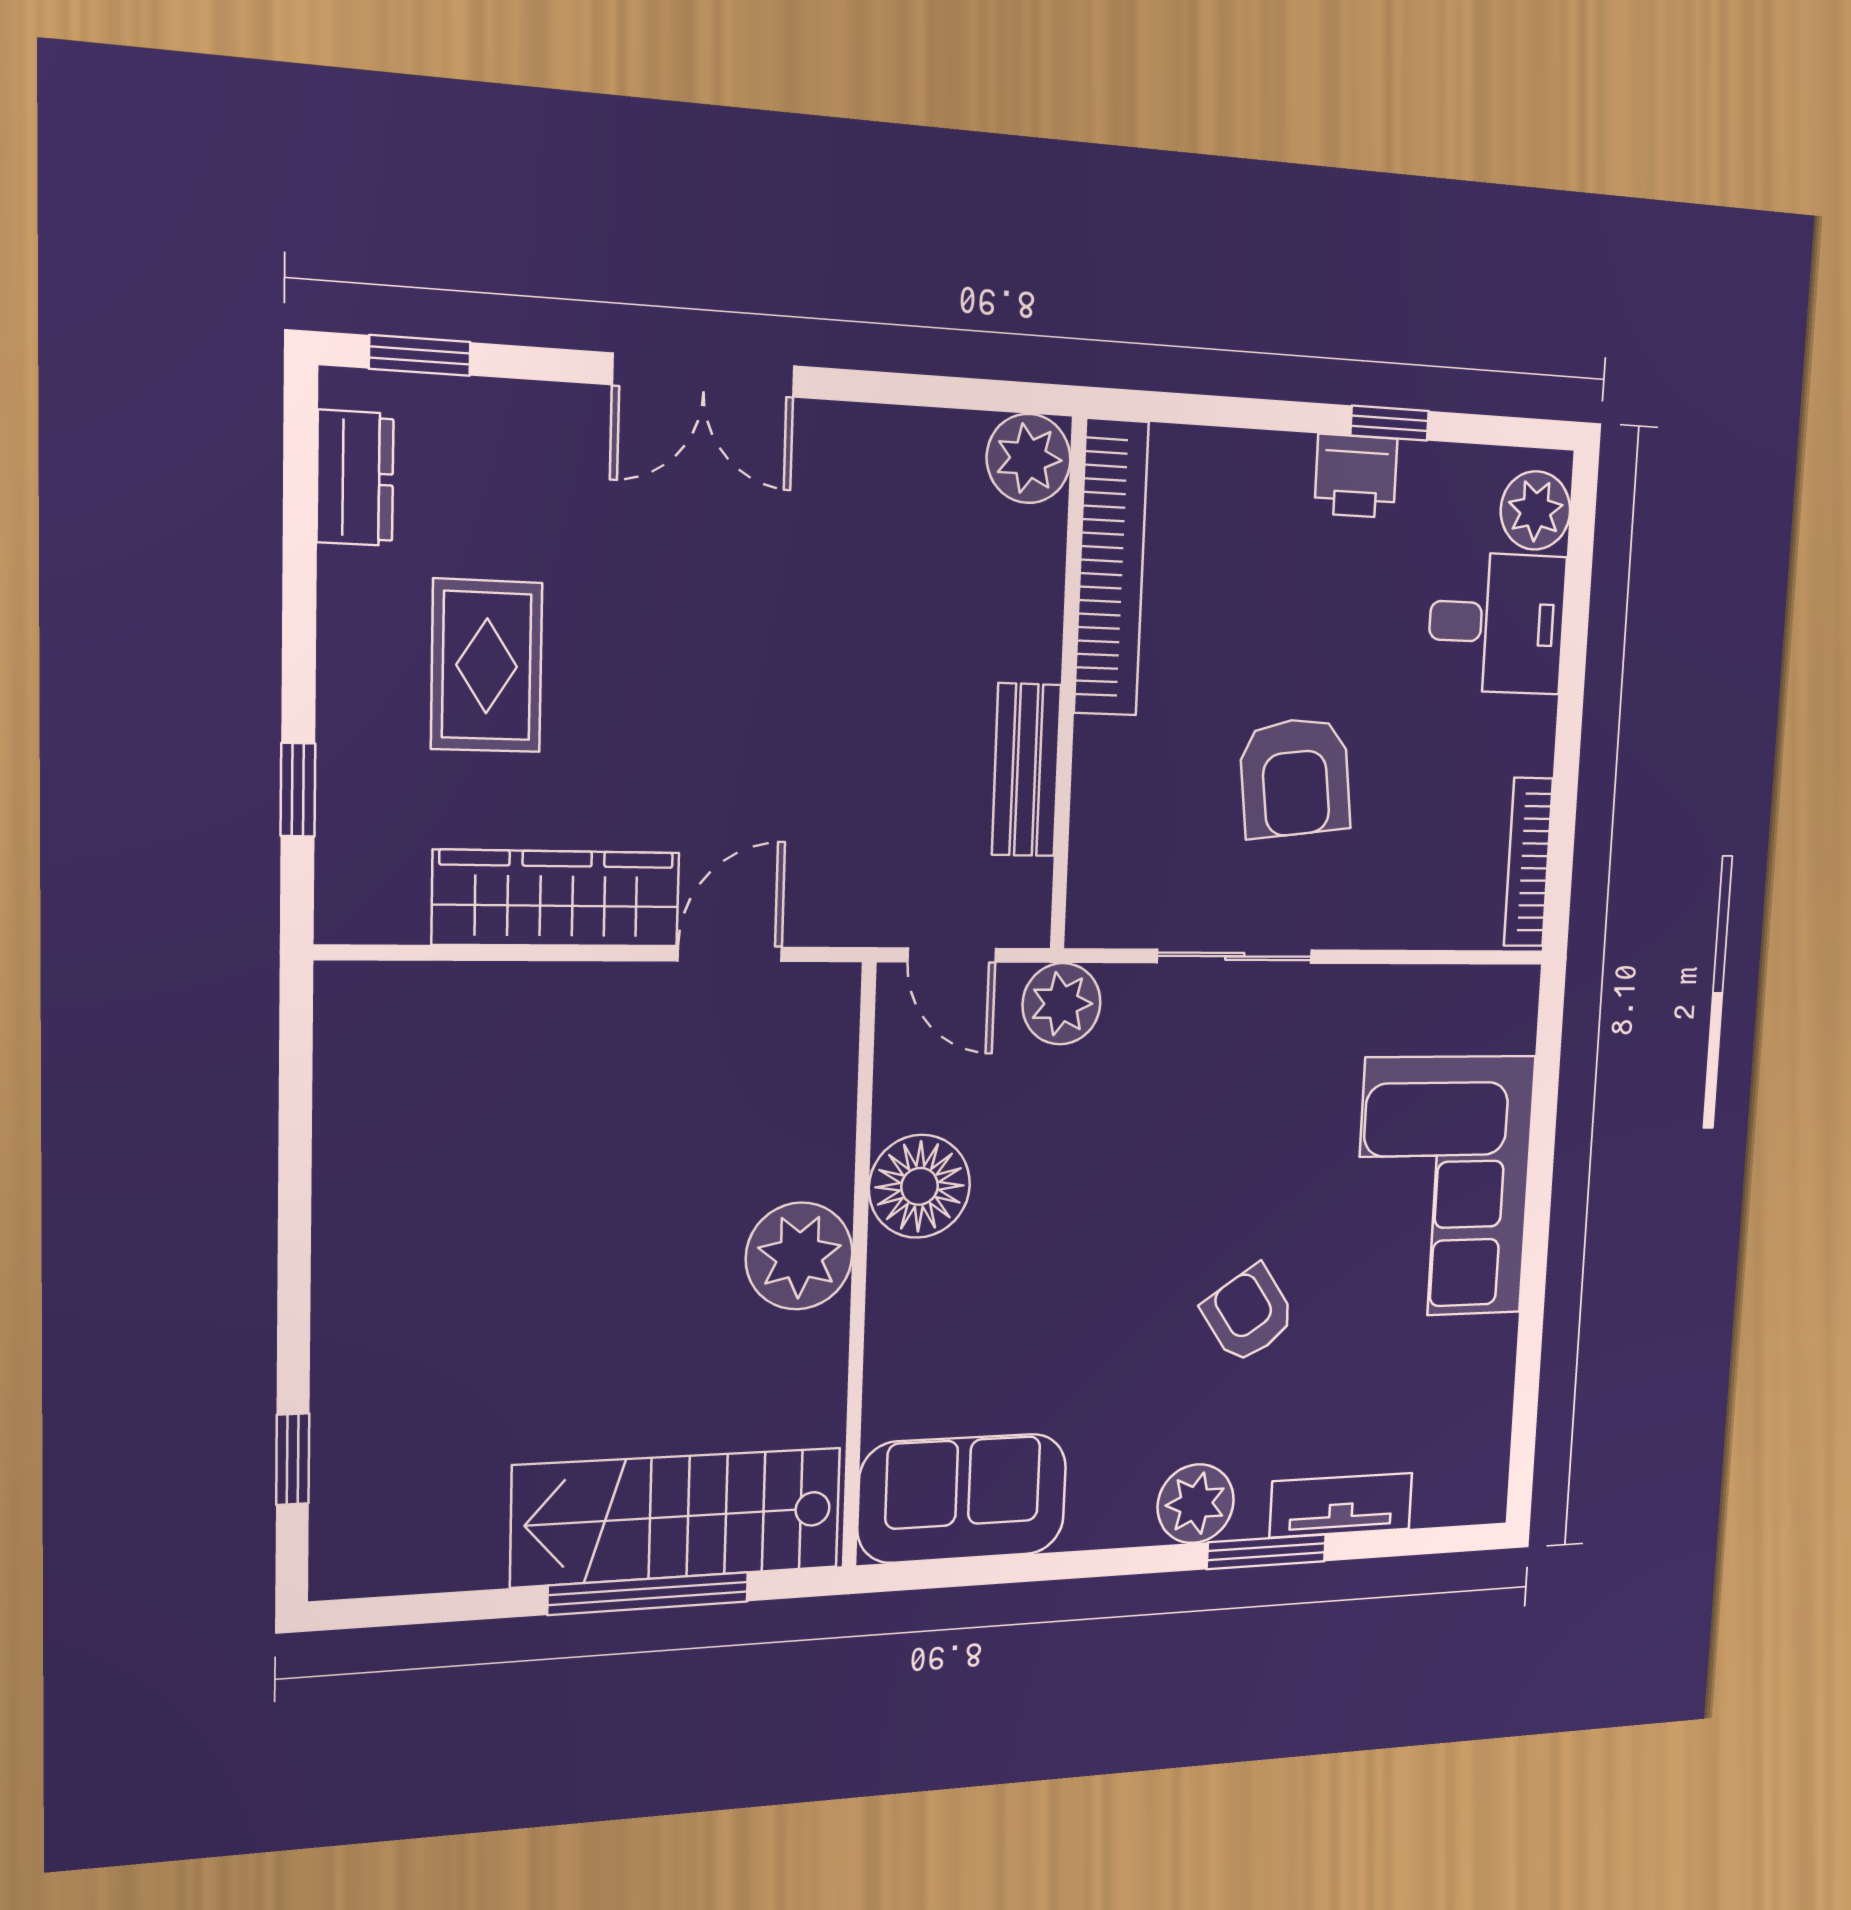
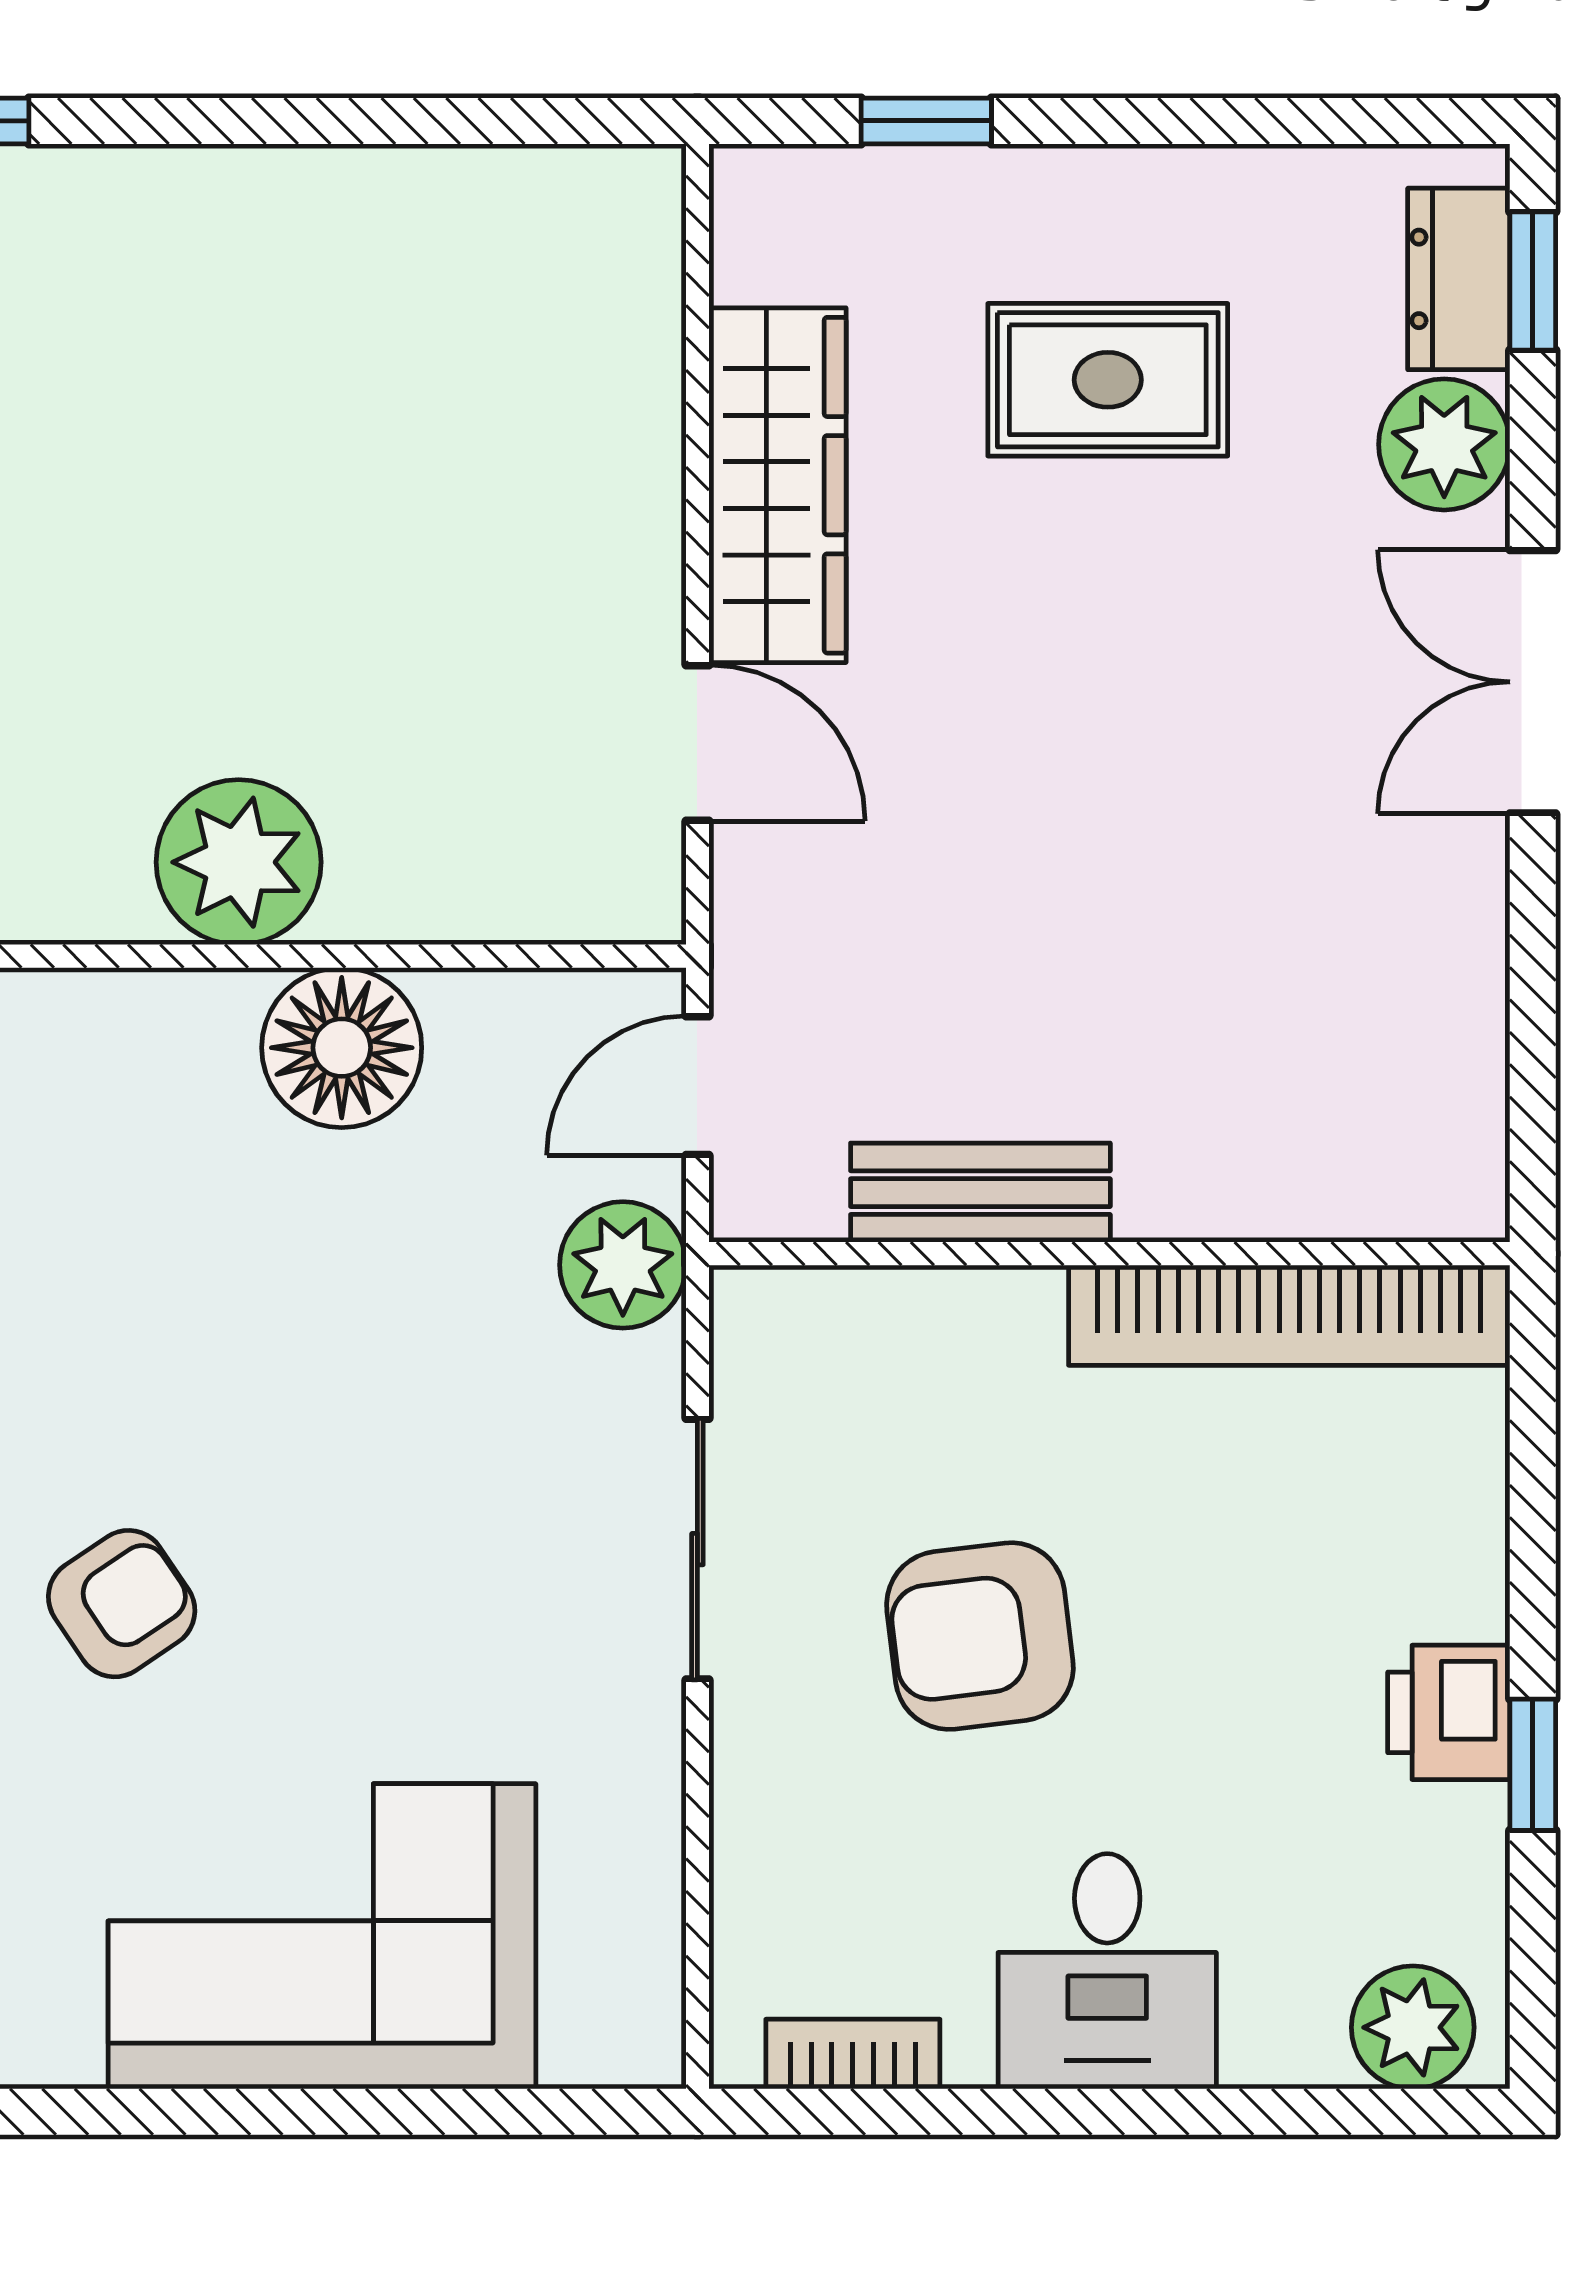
plant: (1029, 458) -> (1444, 444), moved
dresser: (355, 478) -> (1459, 279), moved, turned 90
desk: (1497, 623) -> (1107, 1971), moved
bookcase: (1528, 862) -> (853, 2054), width x0.64

